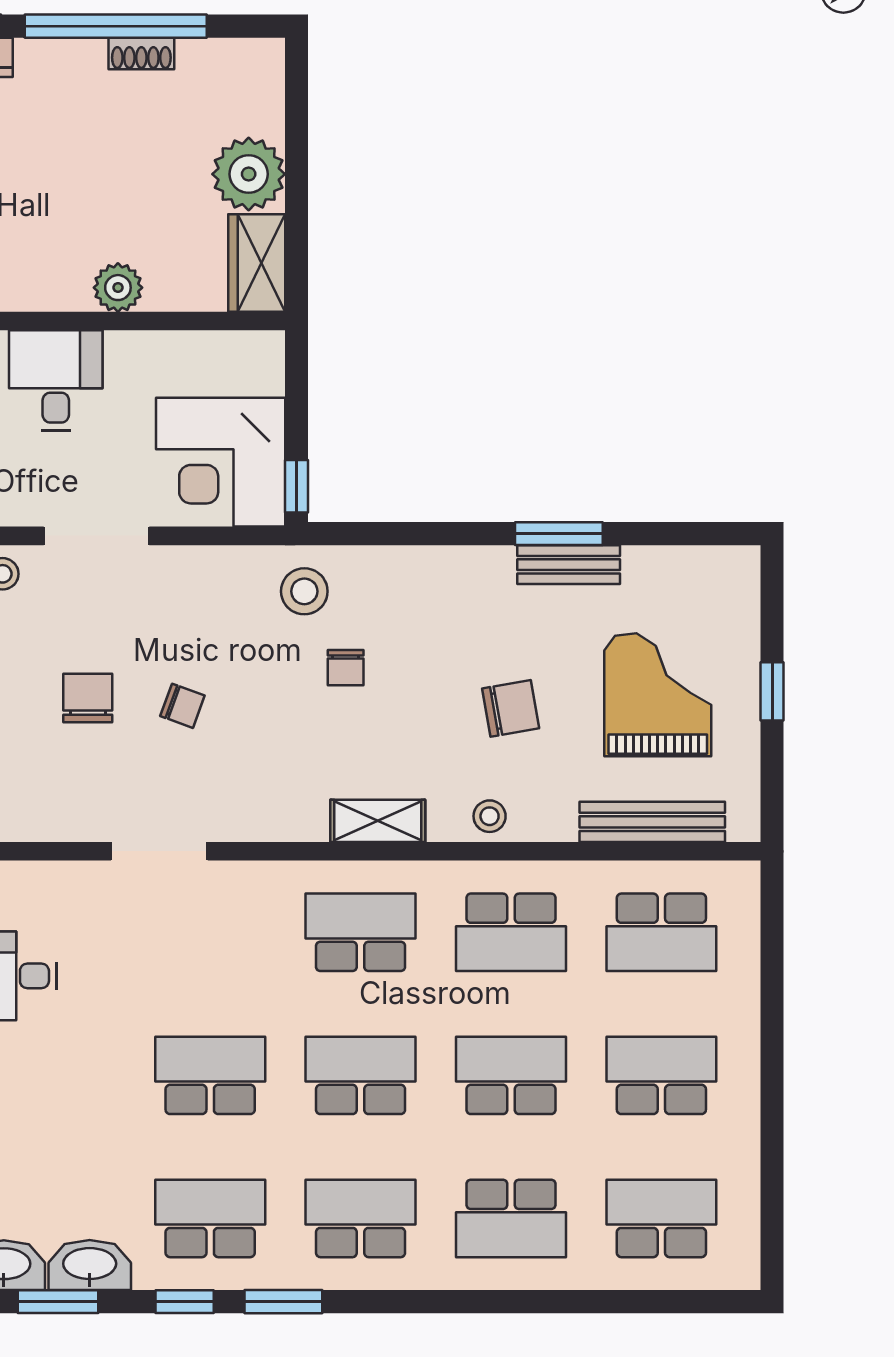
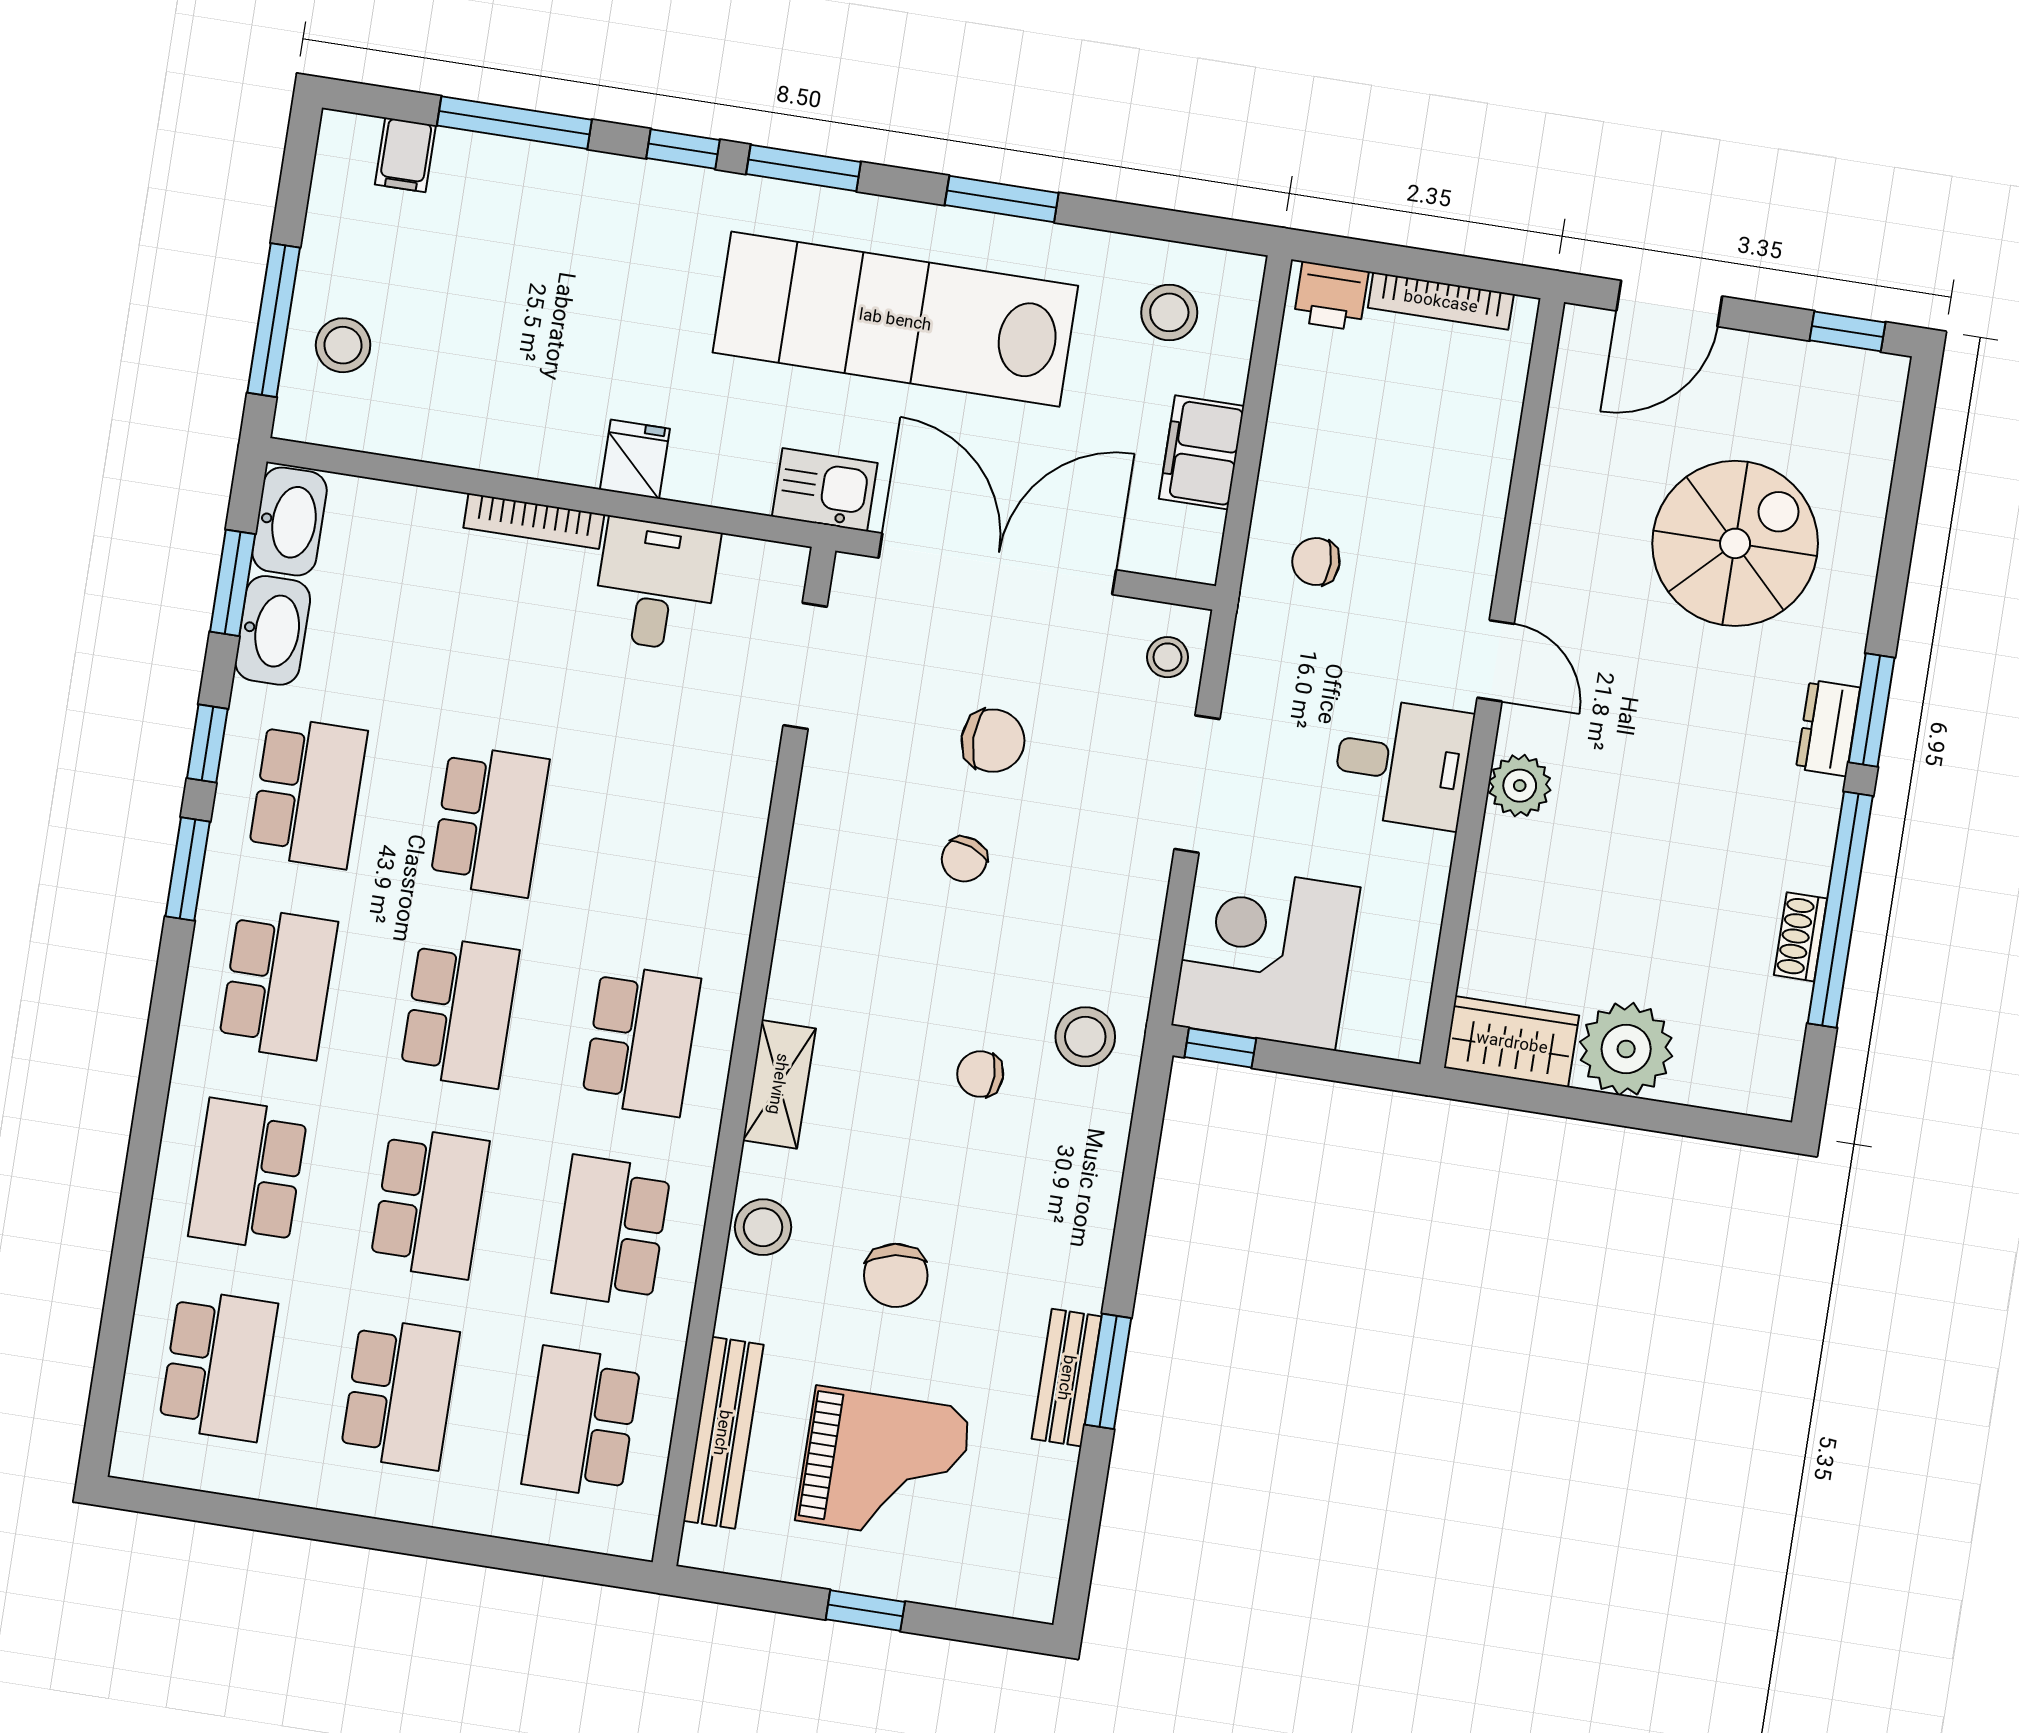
plant: (118, 288) -> (1520, 786), moved
stool: (490, 816) -> (763, 1227), width x1.37, depth x1.37
doorway: (159, 851) -> (805, 666), moved

